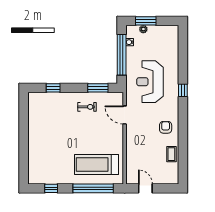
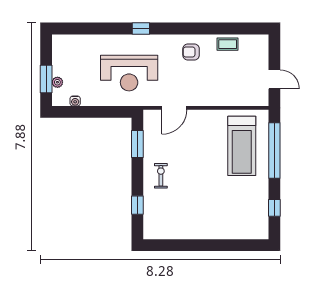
window: (122, 55) -> (92, 112), removed
exercise bike: (87, 107) -> (161, 176), moved
door: (145, 188) -> (274, 79), swing flipped

